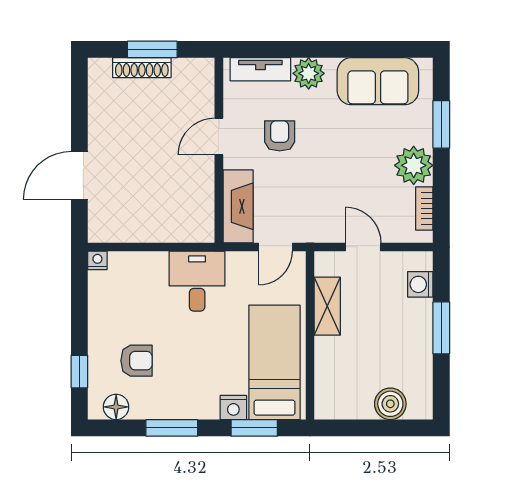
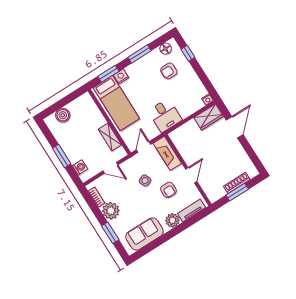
side table: (313, 182) -> (145, 181), added
wardrobe: (116, 226) -> (209, 117), added

